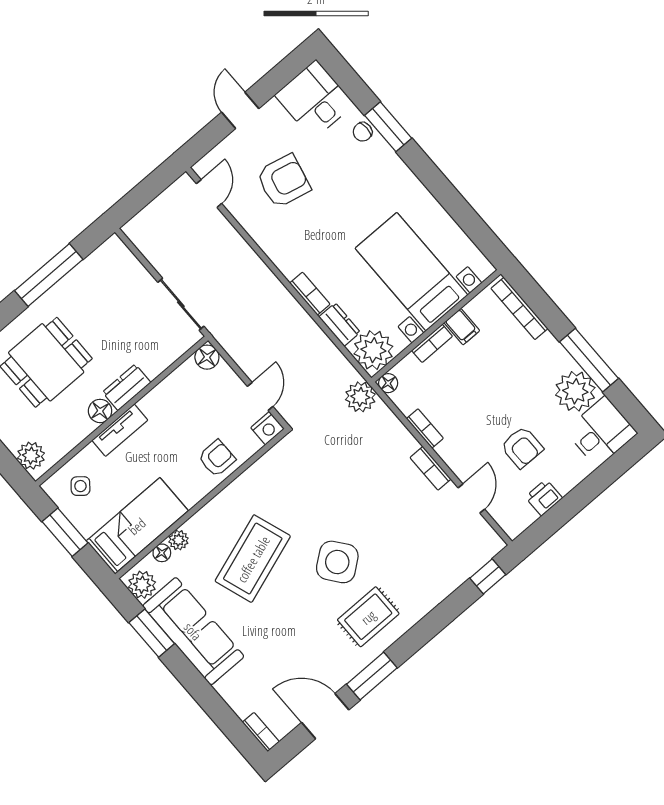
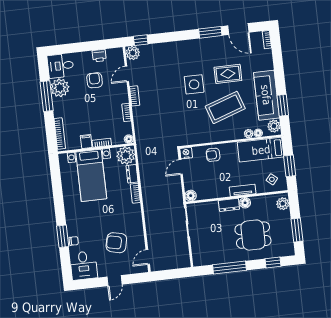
plant: (360, 397) -> (133, 53), moved
side table: (337, 562) -> (194, 84), turned 38
rug: (368, 617) -> (228, 74), moved

